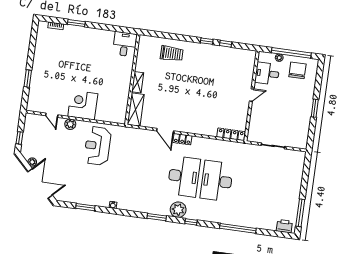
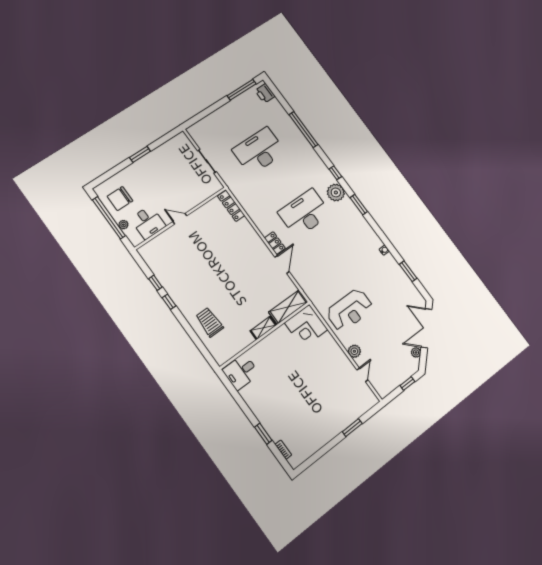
corner desk: (83, 105) -> (306, 326), moved
desk: (217, 181) -> (259, 151), moved, turned 180

